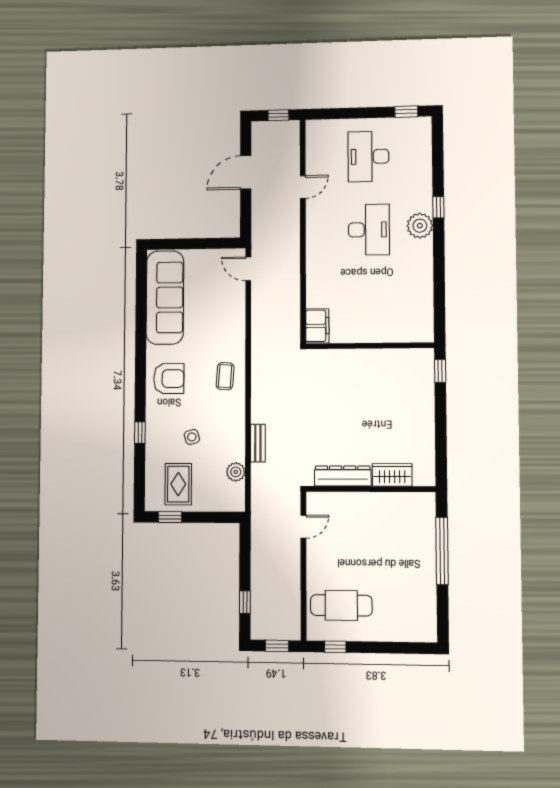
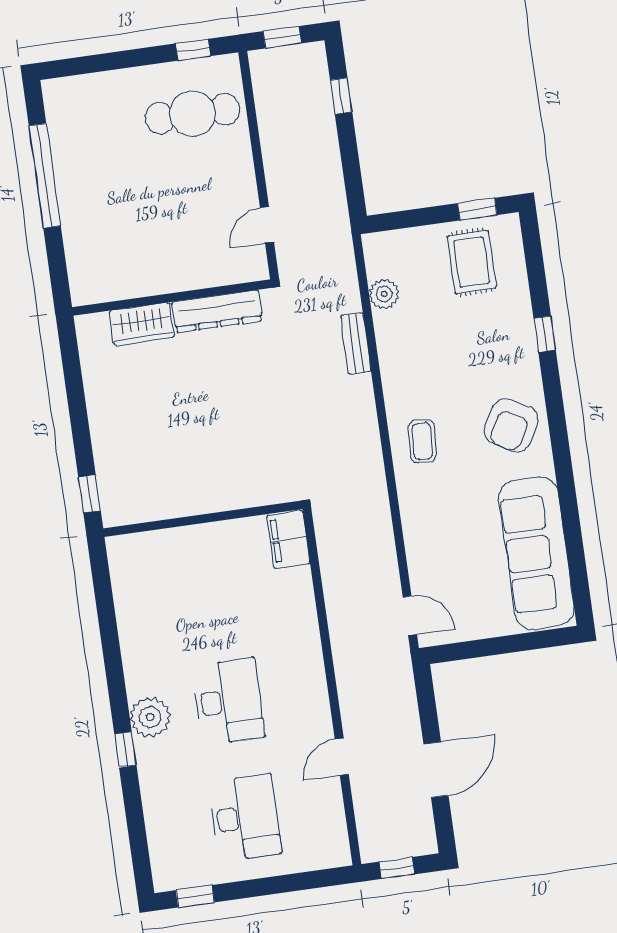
desk: (369, 230) -> (228, 701), turned 180
armchair: (169, 379) -> (511, 425), turned -60
side table: (192, 437) -> (461, 339), removed
window: (442, 551) -> (45, 176), moved

